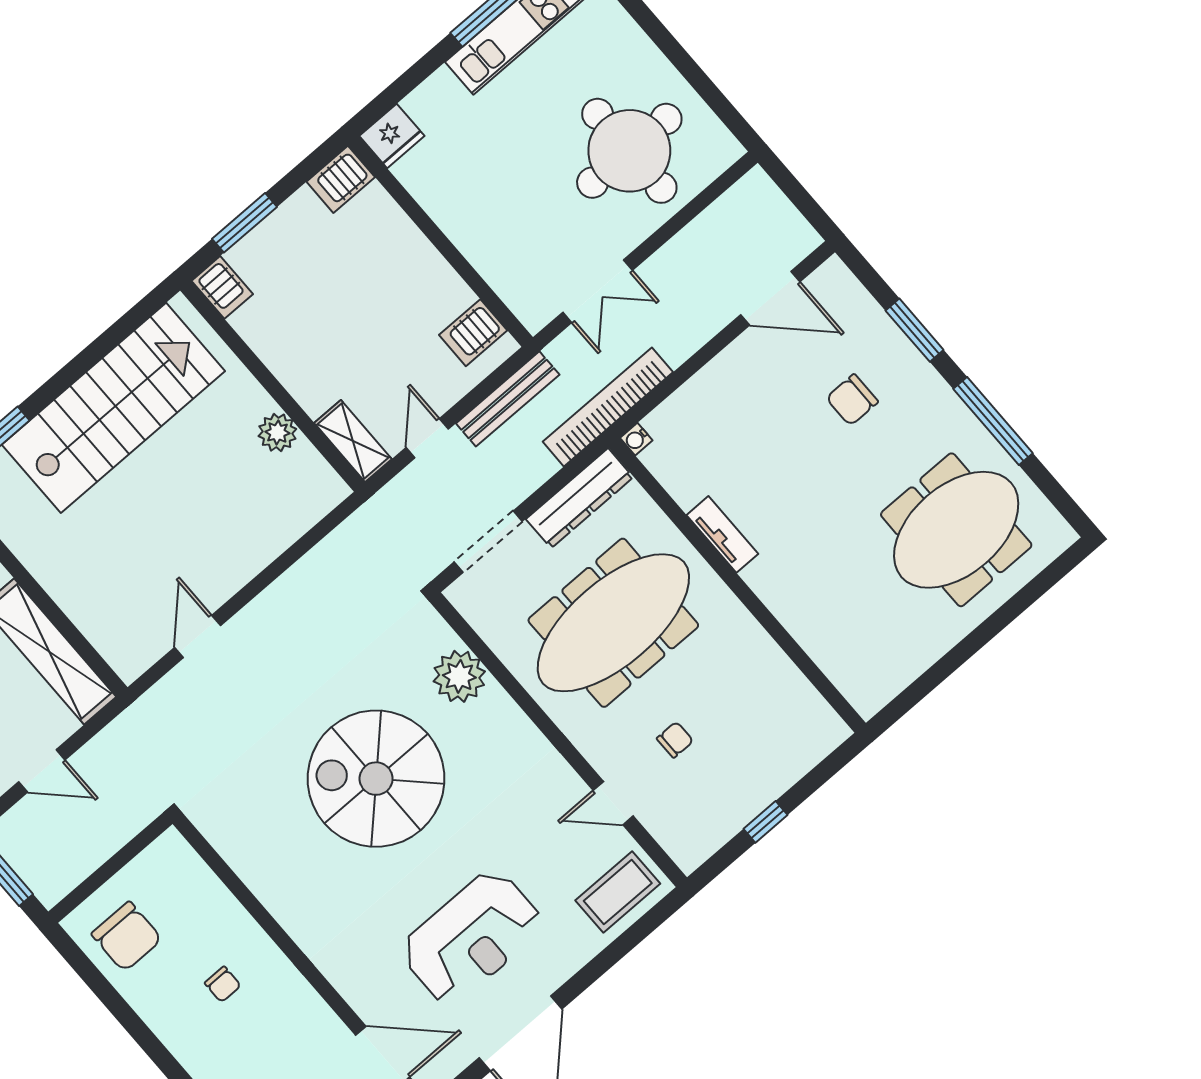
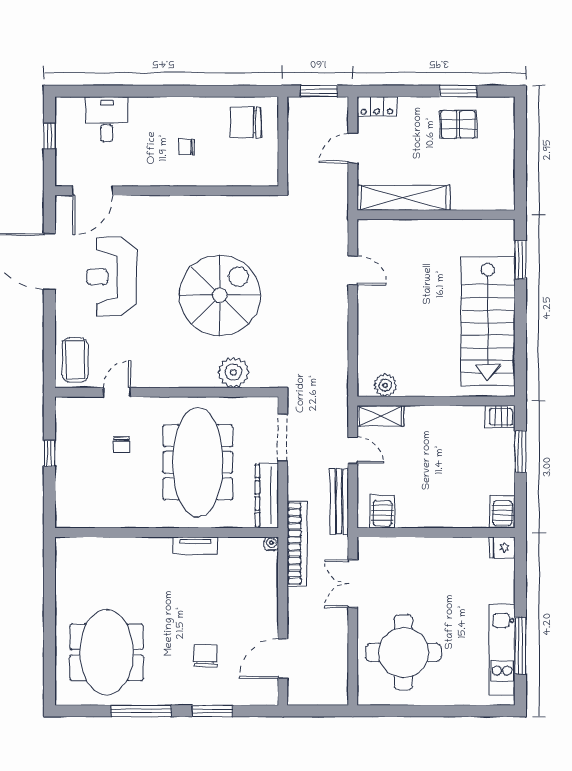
fridge: (392, 136) -> (502, 547), width x0.72
plant: (277, 433) -> (385, 385), moved

